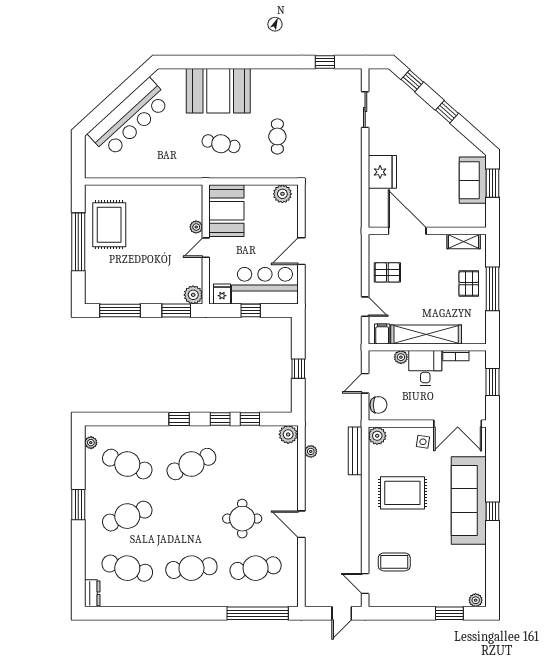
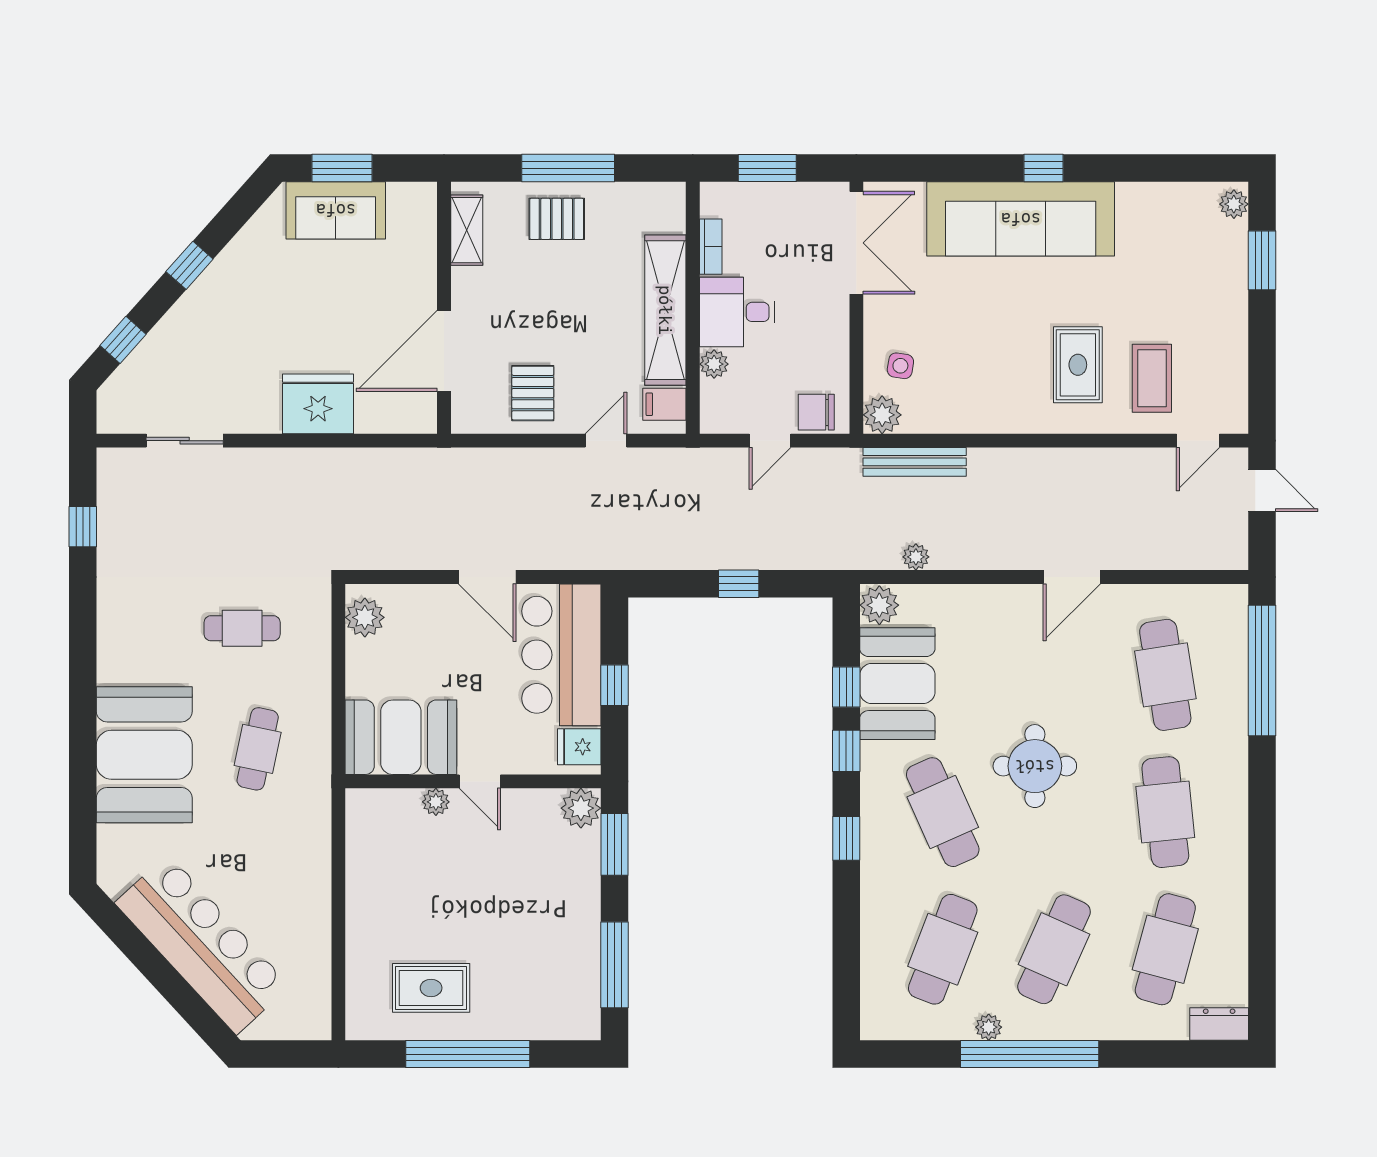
rug: (109, 225) -> (431, 988), width x0.73, depth x0.70
door: (365, 383) -> (770, 441), hinge flipped
chair: (378, 405) -> (816, 412), turned -90
side table: (423, 442) -> (900, 366), moved
plant: (91, 443) -> (989, 1027), moved
booth: (252, 443) -> (897, 684), added
rug: (402, 493) -> (1078, 365), moved, width x0.73, depth x0.70
window: (78, 505) -> (1030, 1054), width x2.11
cafe table: (127, 516) -> (1054, 949), turned 45
round table: (242, 519) -> (1035, 766), moved

